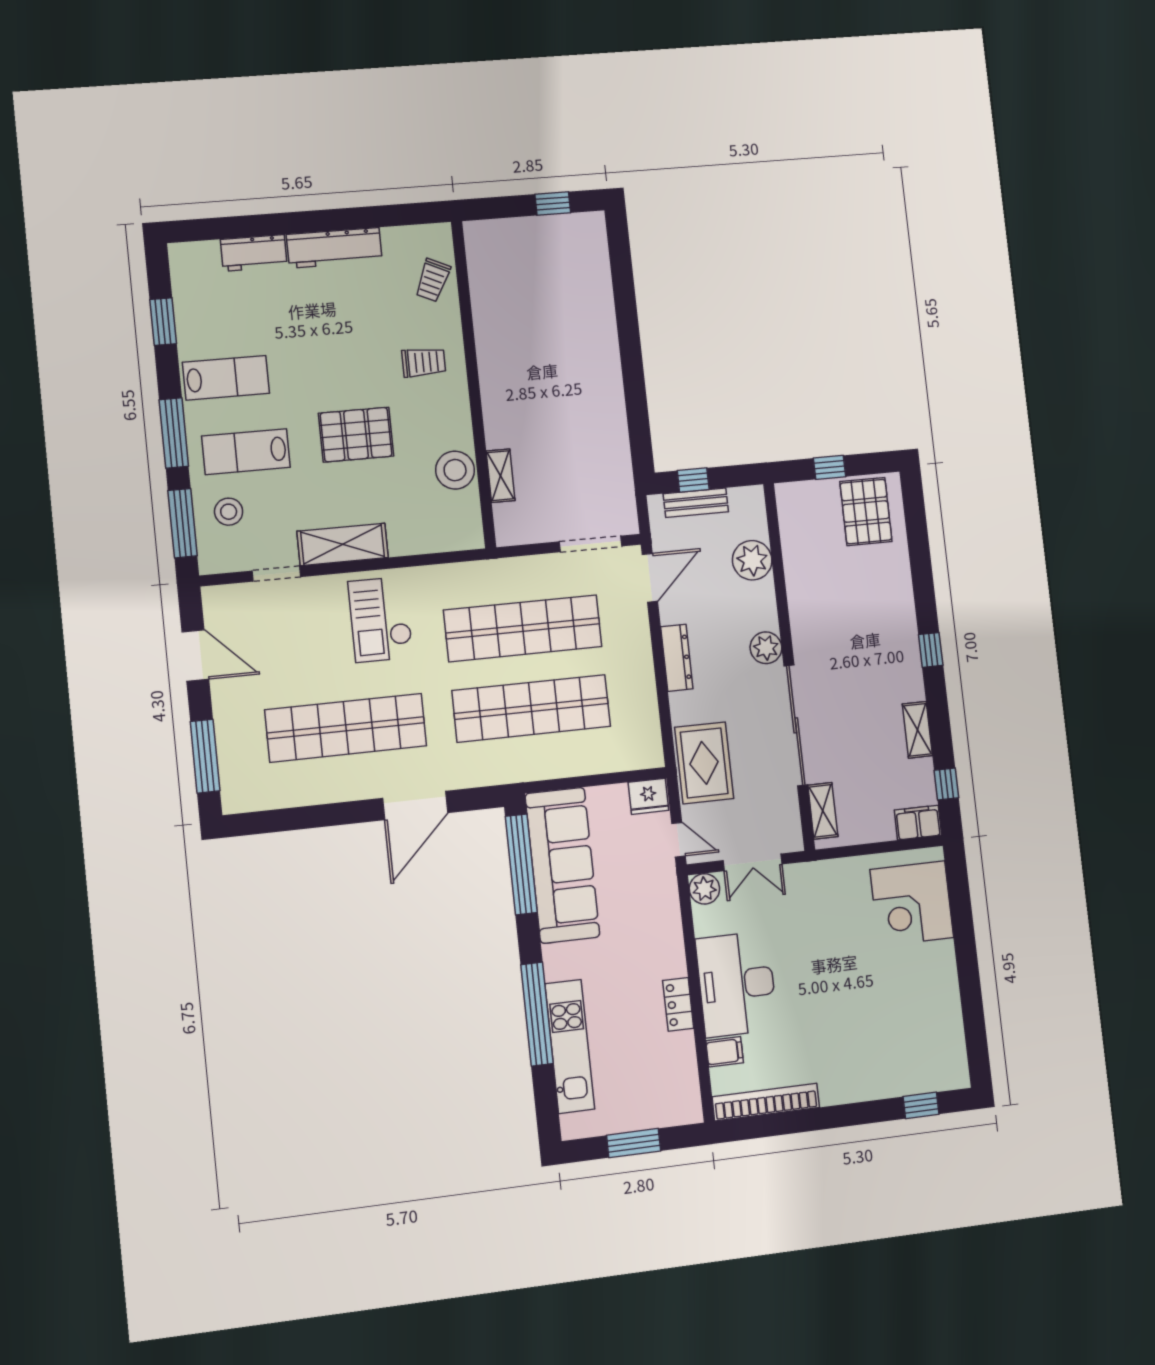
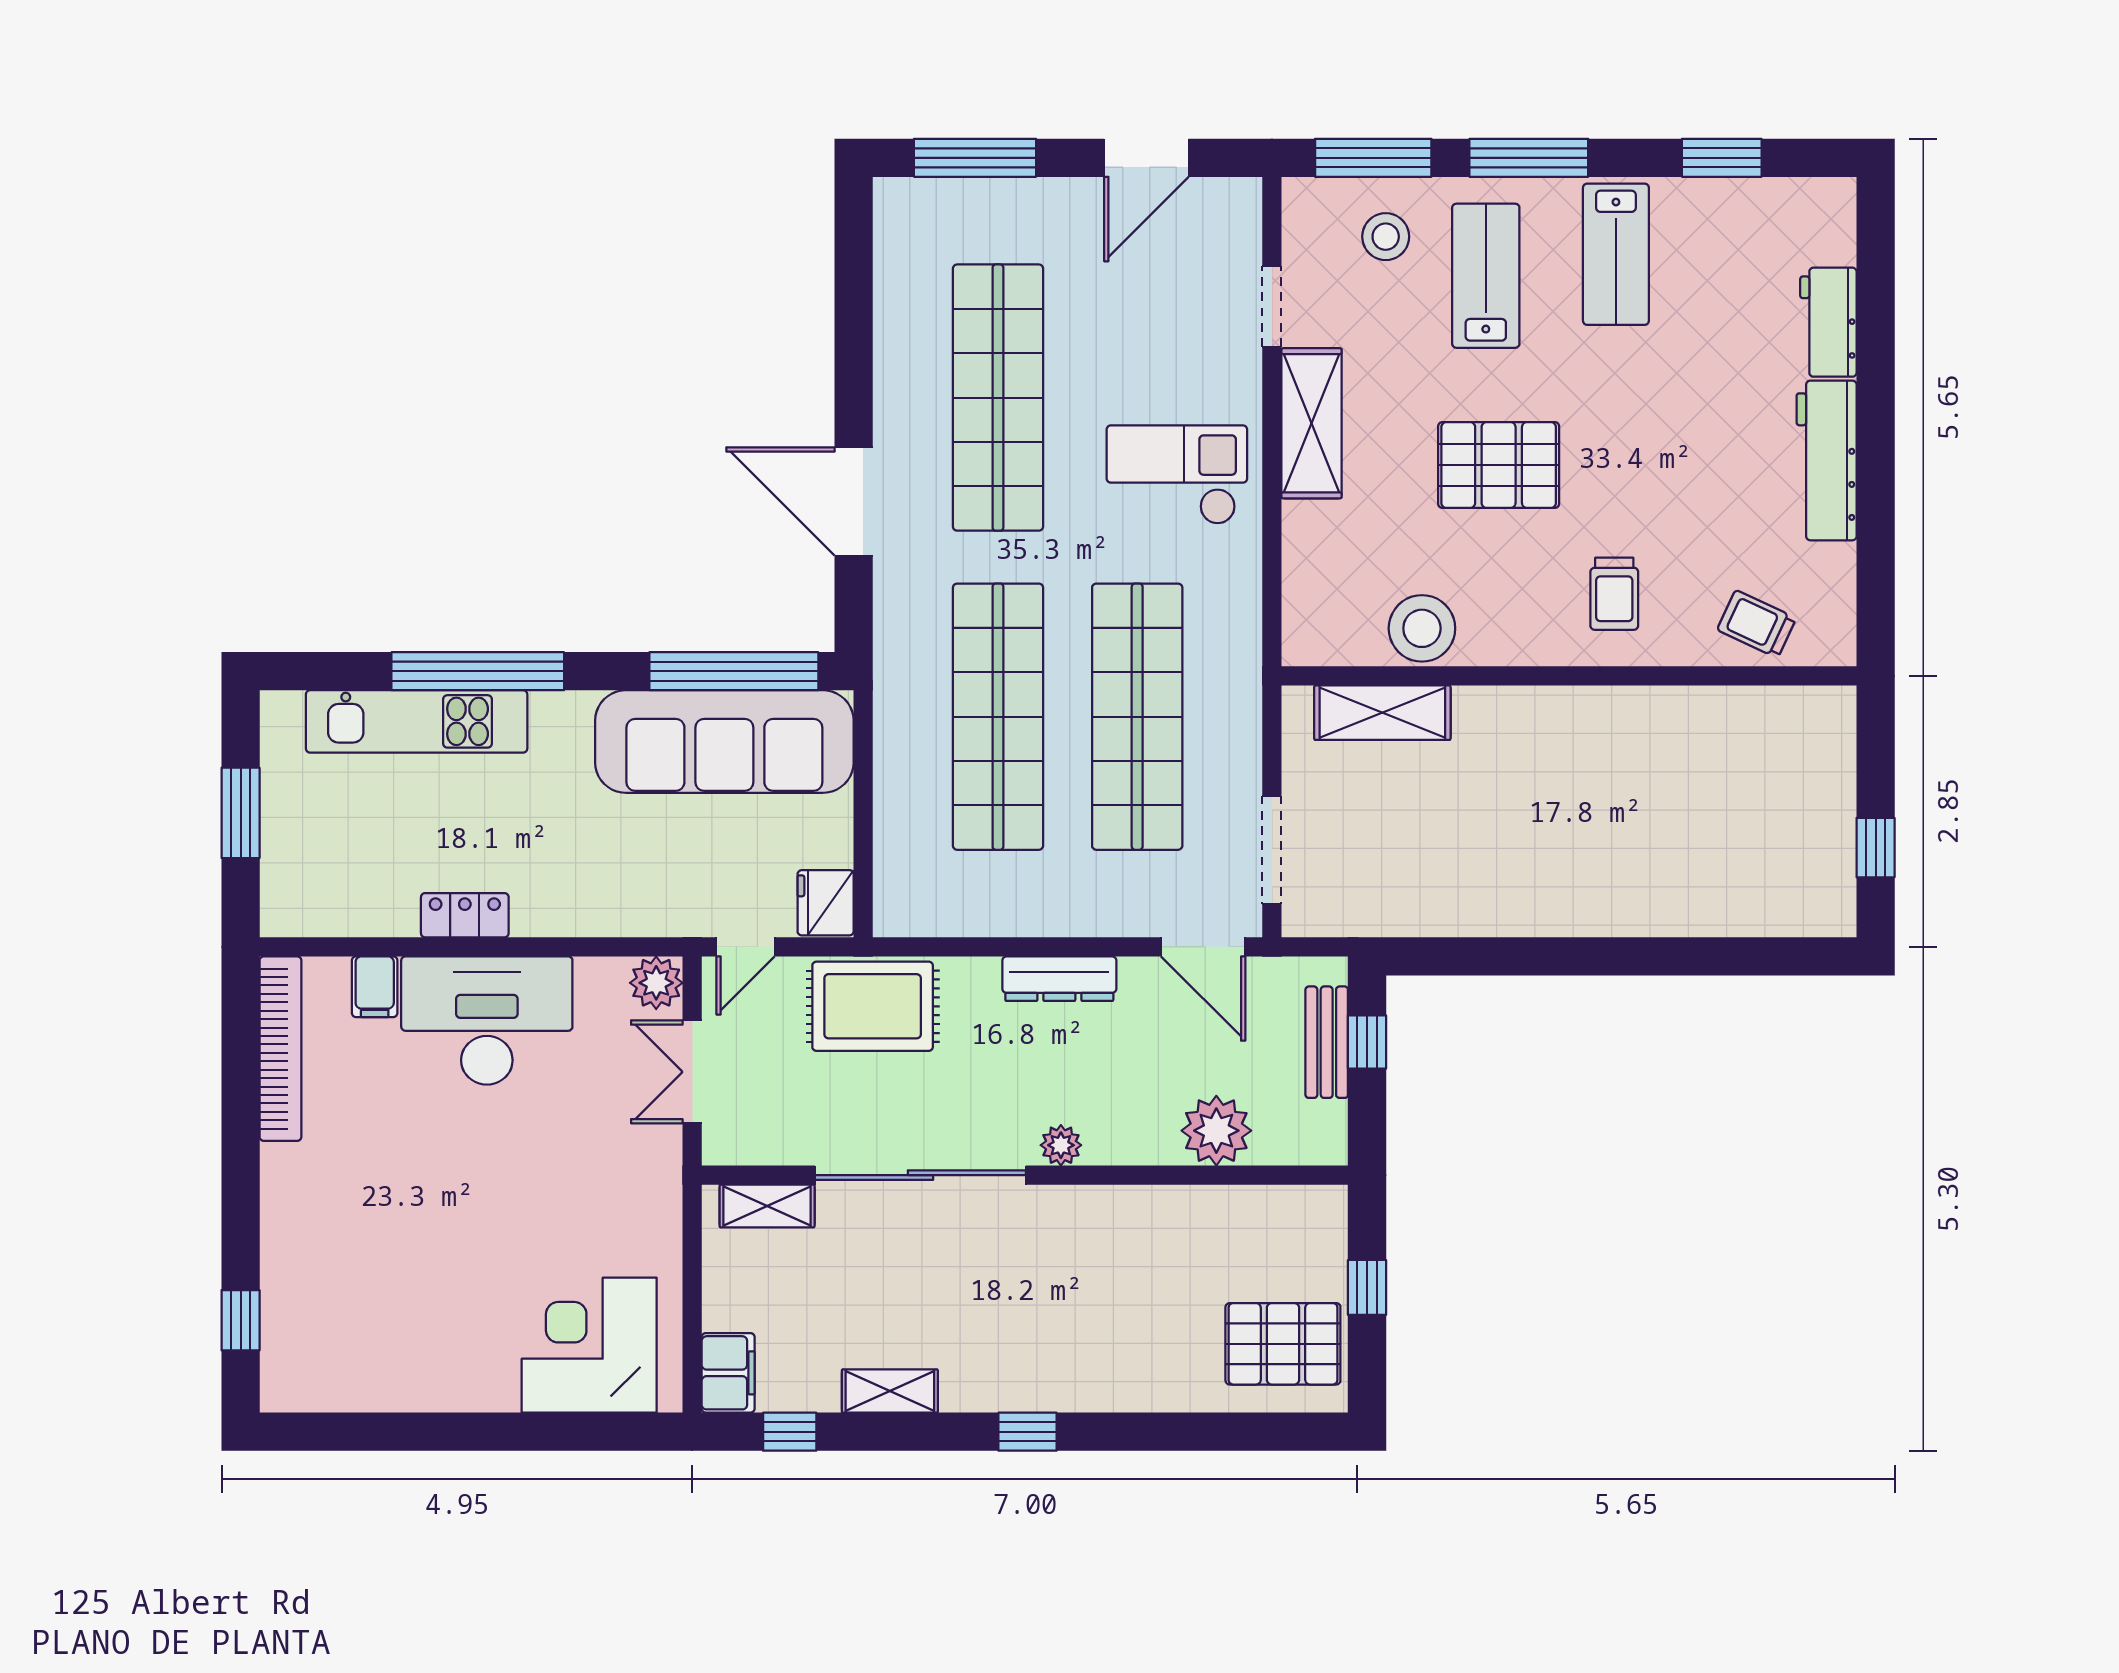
pallet: (356, 435) -> (1499, 465), turned 90
shelving: (501, 476) -> (1382, 713), width x1.50, depth x1.33
plant: (766, 648) -> (1061, 1145), width x0.73, depth x0.73

